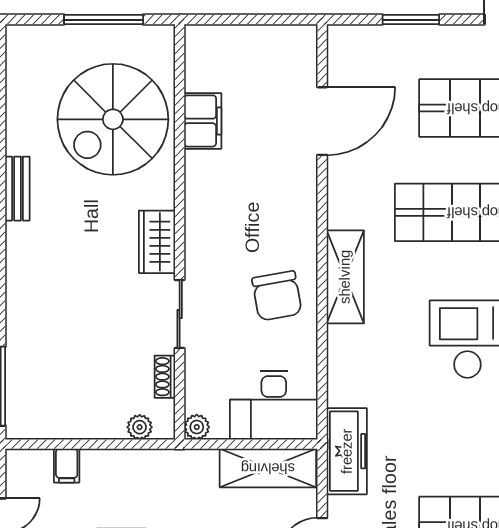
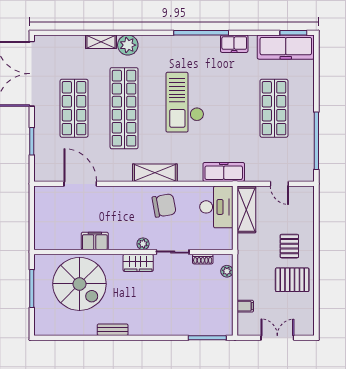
filing cabinet: (203, 121) -> (95, 241), moved
plant: (197, 427) -> (143, 244), moved
freezer: (347, 451) -> (224, 172), moved

